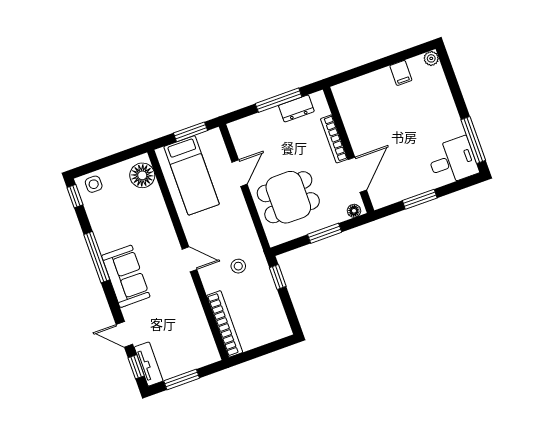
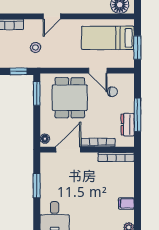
bookcase: (345, 108) -> (116, 157), added
chair: (260, 144) -> (112, 92), added
door: (357, 175) -> (68, 150), swing flipped
window: (325, 233) -> (37, 93), moved

